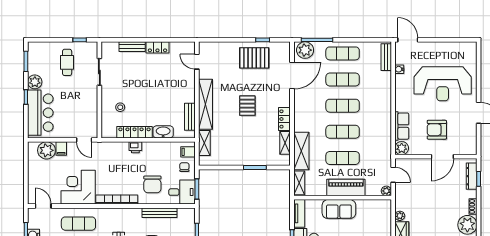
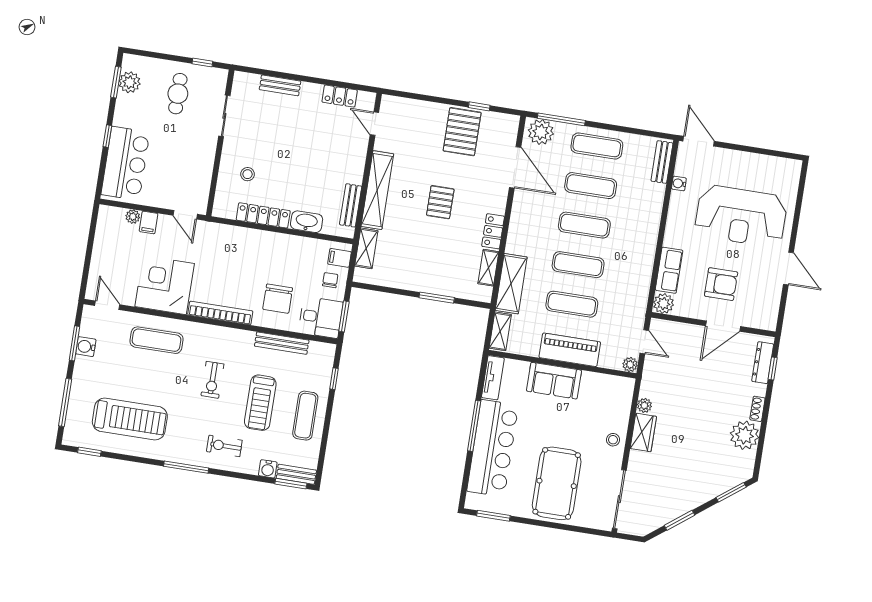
locker: (157, 47) -> (340, 96), moved
pallet: (254, 58) -> (462, 132), turned 90
door: (292, 76) -> (515, 167), hinge flipped
plant: (35, 82) -> (130, 82), moved
armchair: (437, 130) -> (721, 284), turned 180
printer: (135, 147) -> (261, 238), removed
plant: (46, 150) -> (133, 217), width x0.53, depth x0.53

